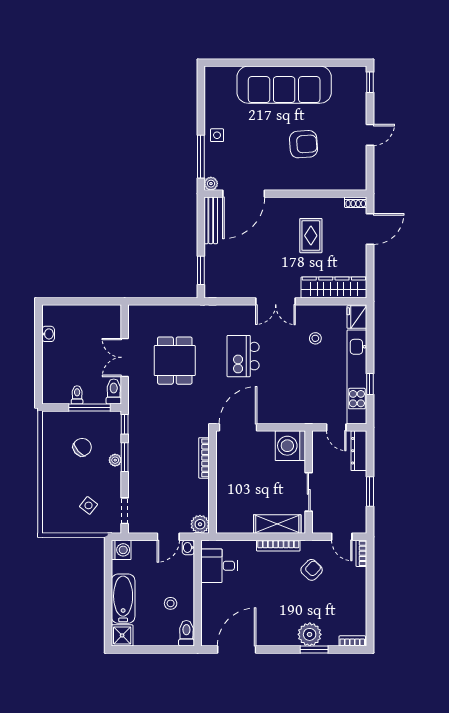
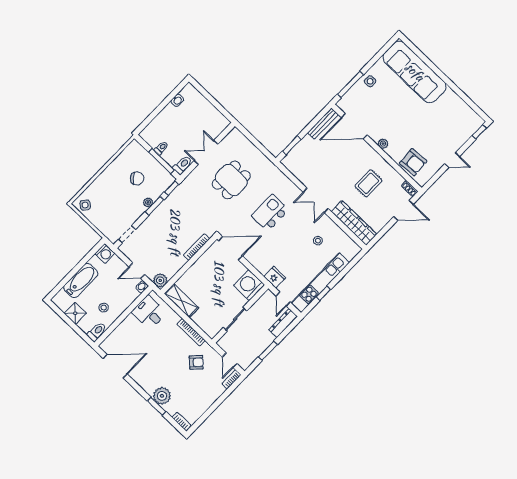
sofa: (284, 85) -> (415, 72), moved
armchair: (304, 144) -> (413, 162), moved
plant: (211, 184) -> (383, 144), moved
fridge: (357, 317) -> (275, 277), moved, turned 90
side table: (89, 505) -> (85, 205), moved
shelving: (277, 524) -> (181, 301), moved
shower: (122, 635) -> (75, 313), moved

